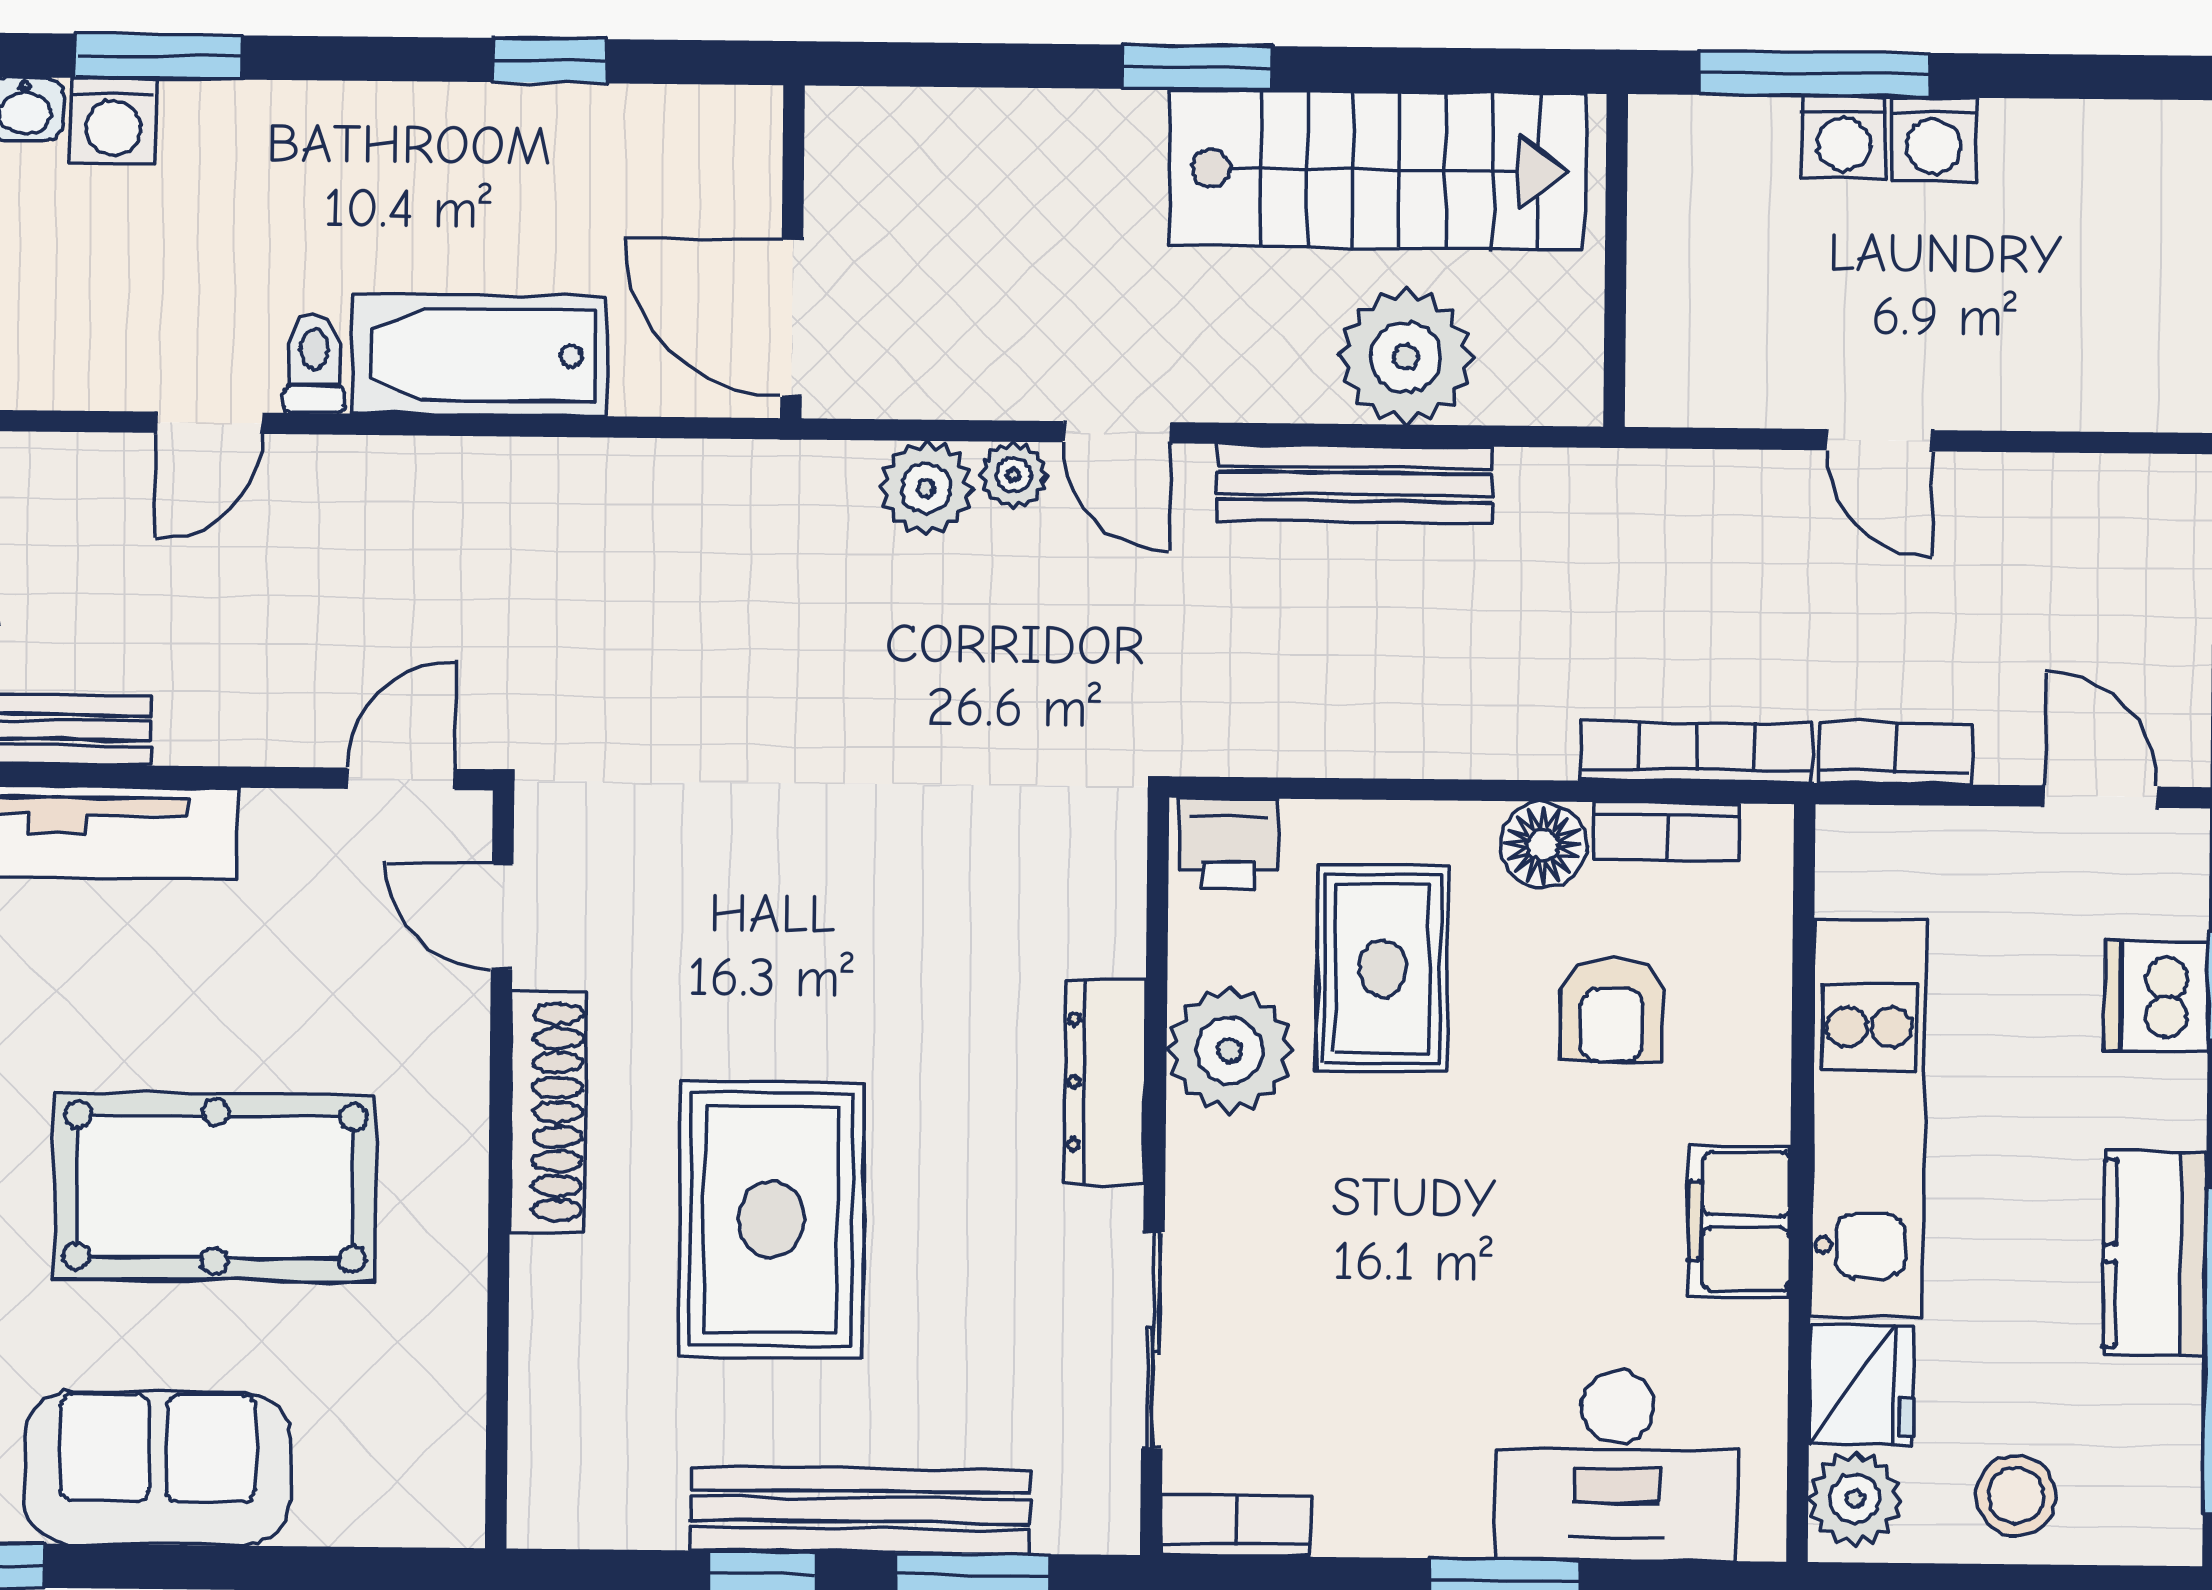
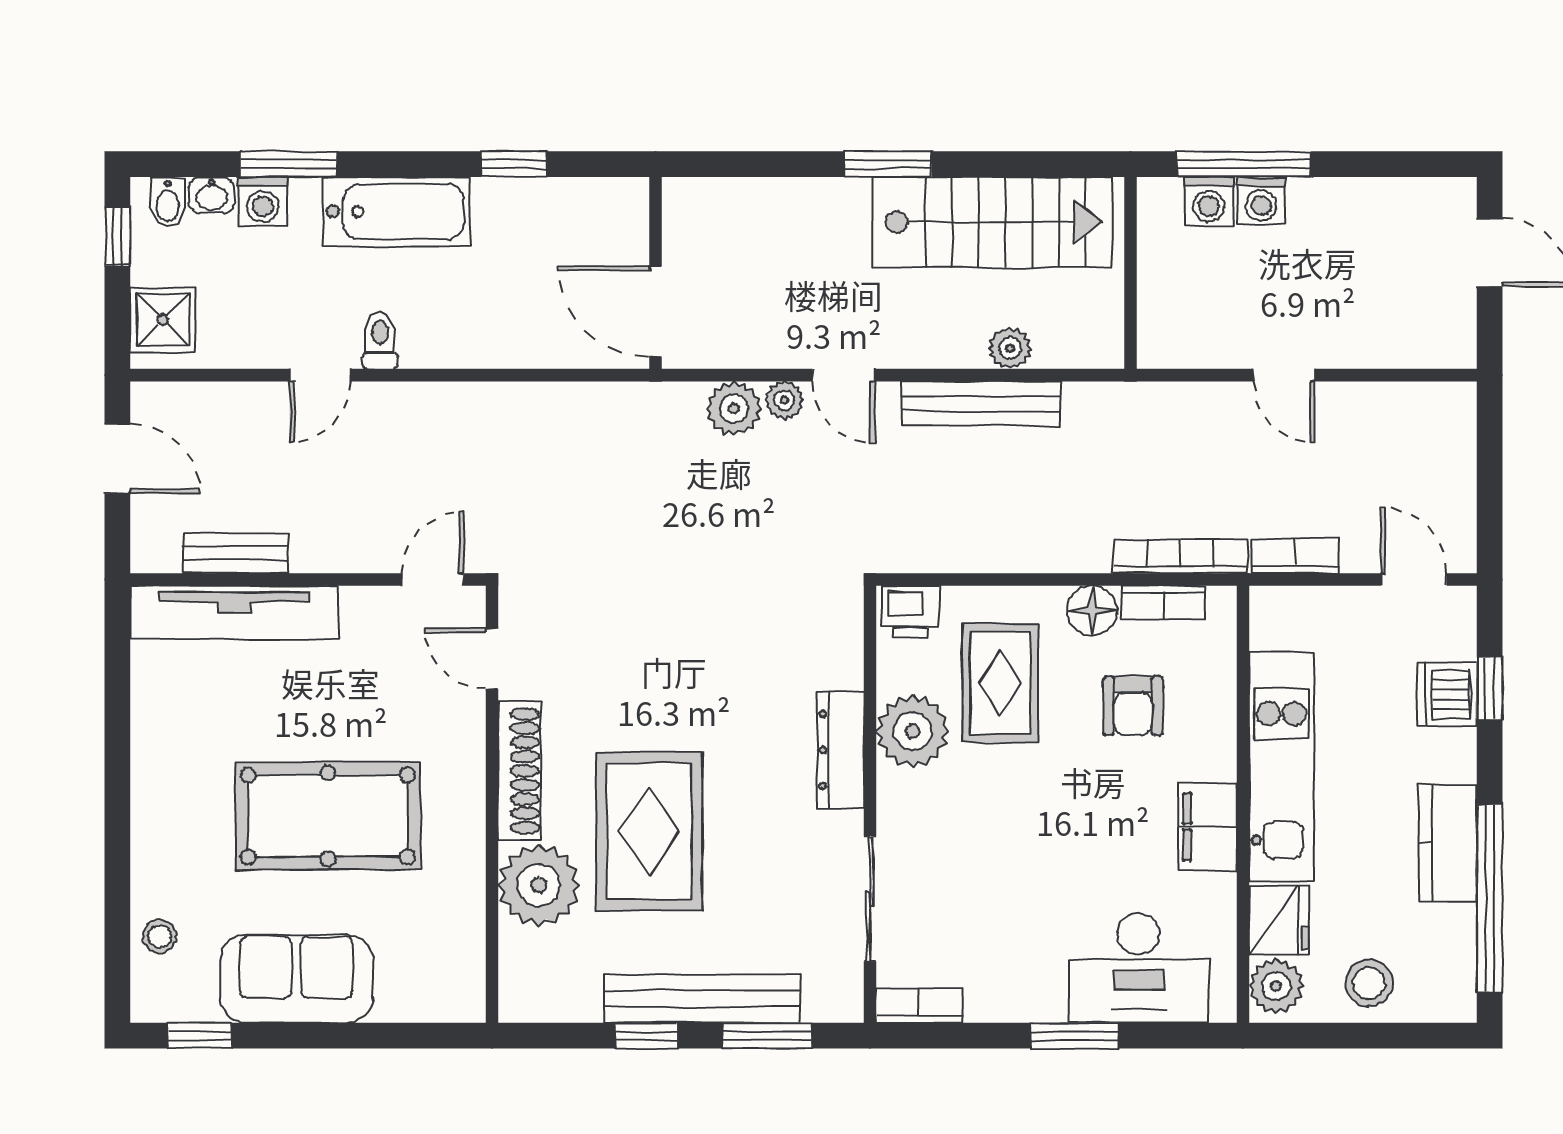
washing machine: (1934, 140) -> (1209, 201), moved
bathtub: (479, 355) -> (396, 212), moved, turned 180
plant: (1406, 357) -> (1010, 348), width x0.53, depth x0.53
plant: (579, 1310) -> (539, 885), added

